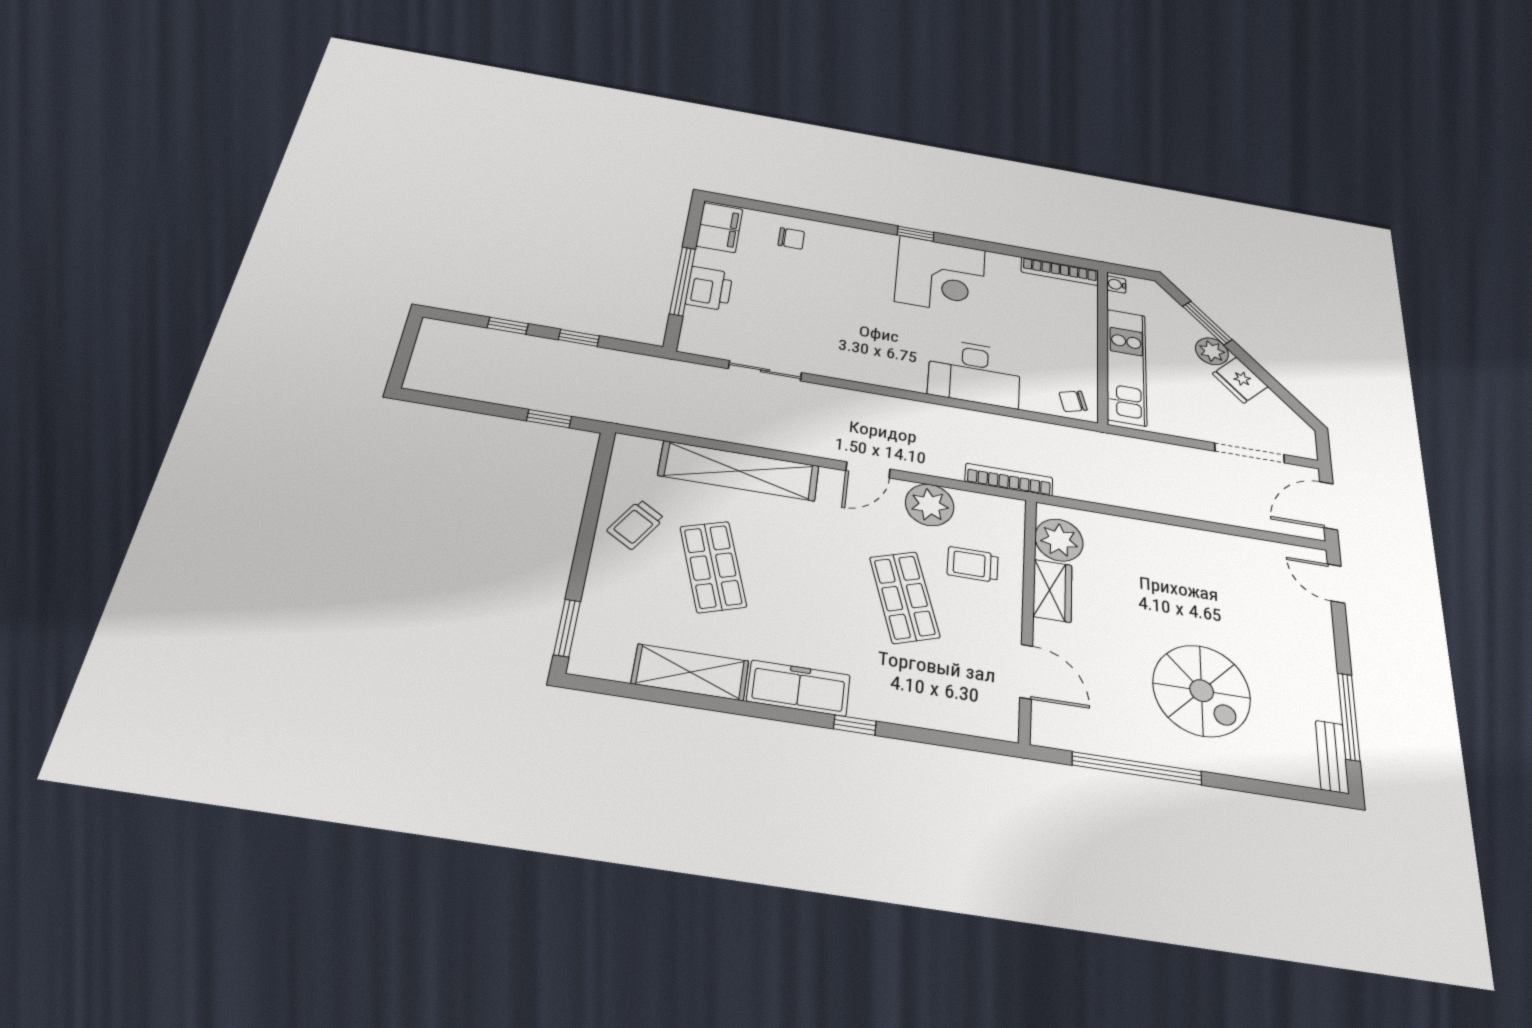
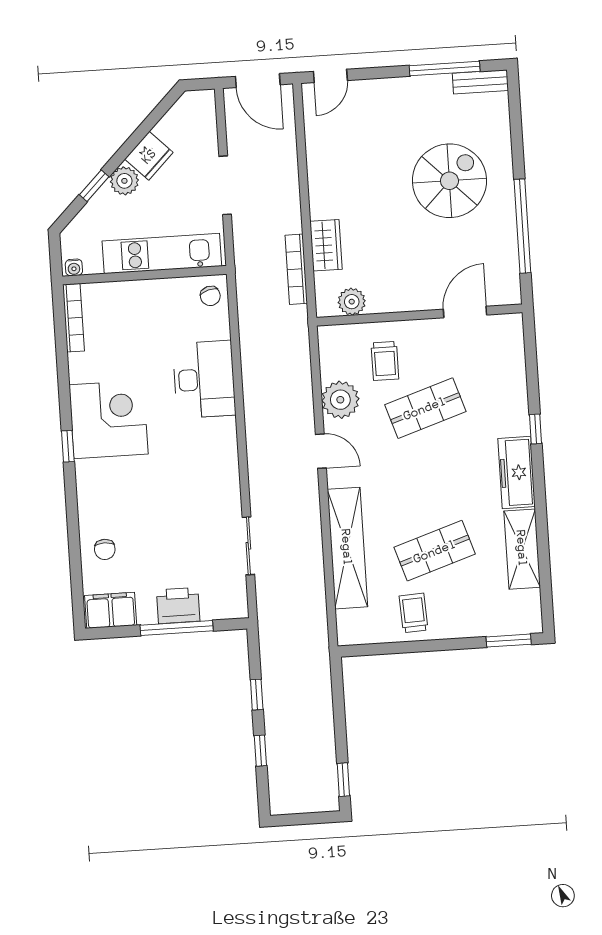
chair: (791, 238) -> (105, 549), turned 180
window: (1207, 323) -> (94, 186), width x0.67
window: (549, 419) -> (343, 780), moved
doorway: (1250, 453) -> (225, 185), moved
bookcase: (1009, 480) -> (296, 269), moved
trolley: (636, 524) -> (414, 613), turned -125
plant: (1059, 540) -> (352, 302), width x0.73, depth x0.73
wardrobe: (1053, 591) -> (326, 245), moved, turned 90

